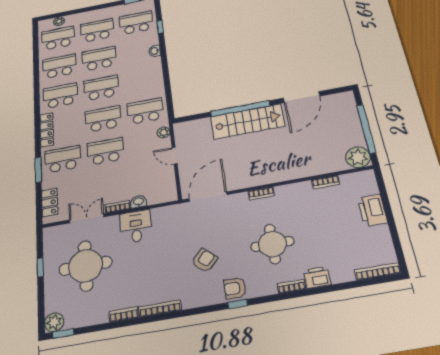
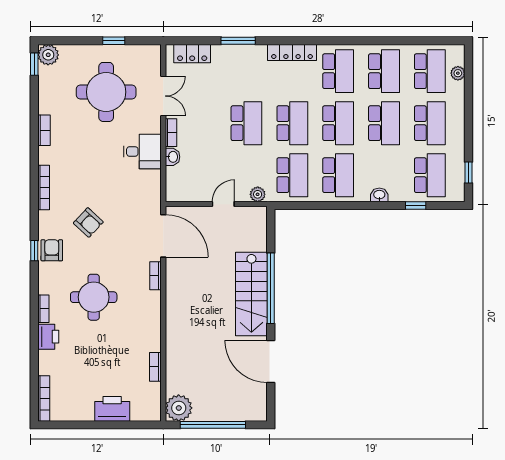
school desk: (63, 159) -> (338, 175), moved
bookcase: (261, 193) -> (156, 276), moved
bookcase: (160, 309) -> (44, 187), moved

